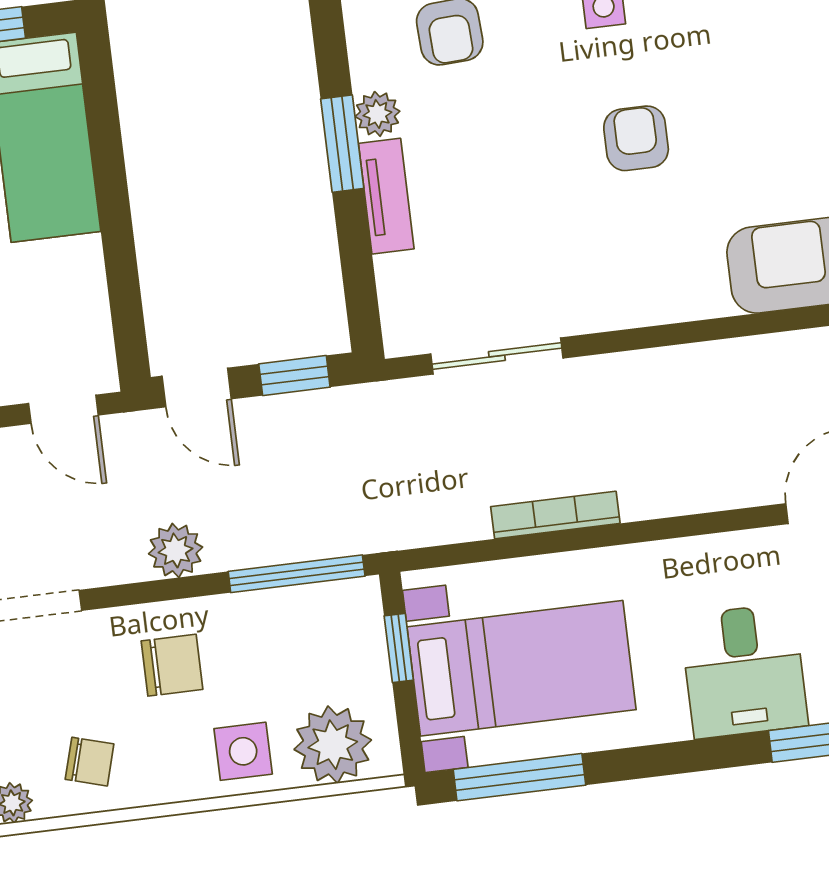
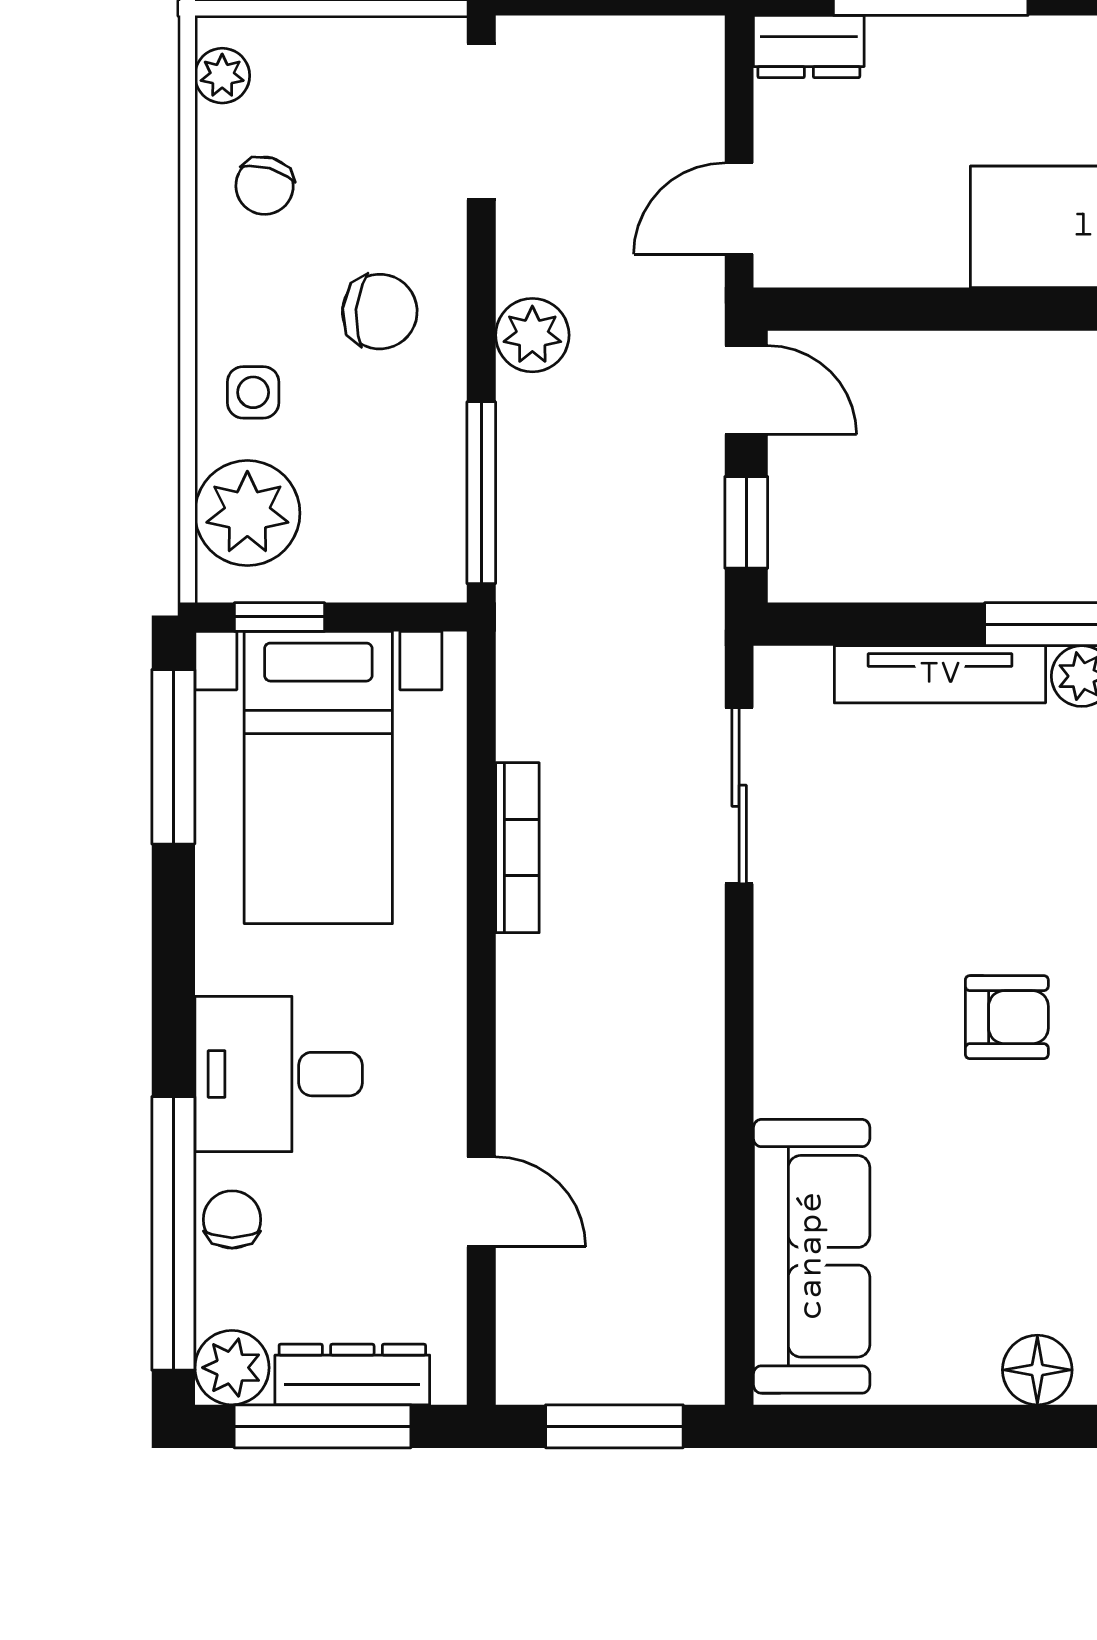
tv unit: (386, 196) -> (940, 674), width x1.41
door: (197, 388) -> (746, 390), swing flipped
window: (399, 648) -> (280, 617), moved
chair: (172, 665) -> (380, 312), turned -85
side table: (243, 751) -> (253, 392), width x0.73, depth x0.73

